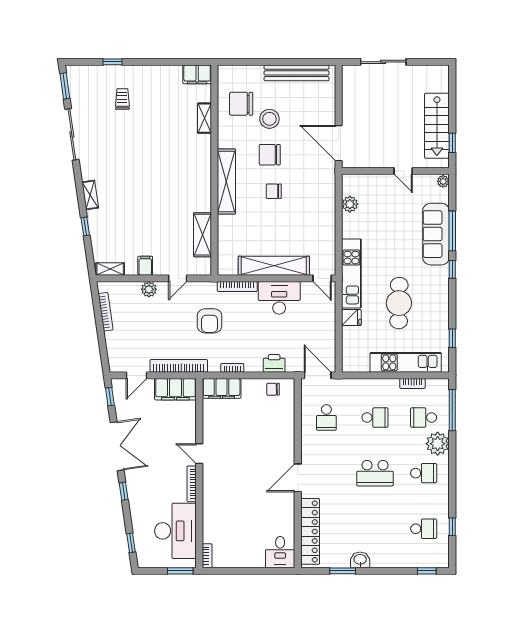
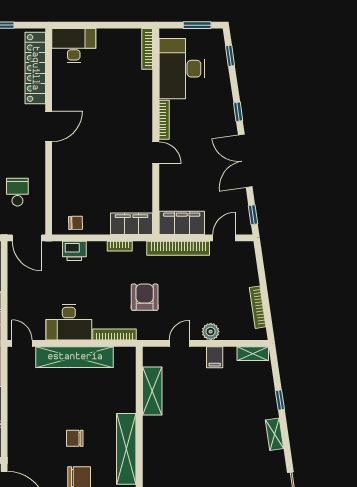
chair: (274, 191) -> (75, 438), turned 180
desk: (280, 552) -> (74, 46), width x1.37
bookcase: (207, 556) -> (147, 49), width x1.56
window: (180, 571) -> (197, 25), moved

